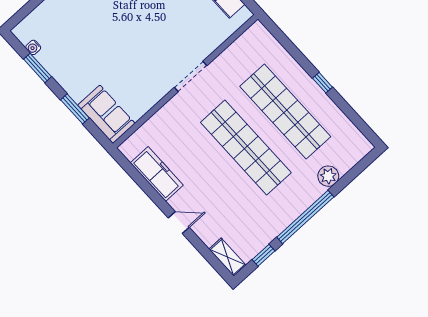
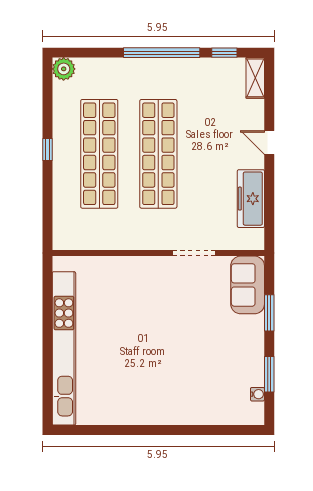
doorway: (191, 76) -> (194, 253), moved
plant: (328, 176) -> (64, 69), moved

